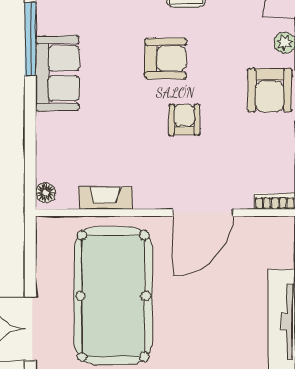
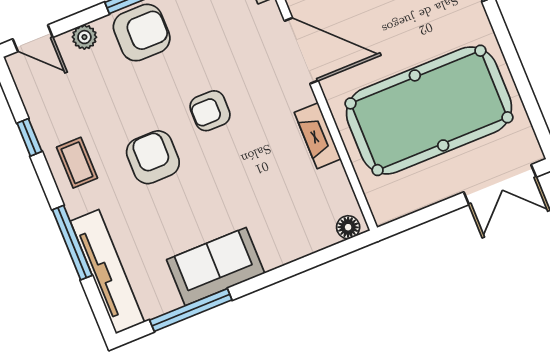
fireplace: (105, 198) -> (318, 136), moved

